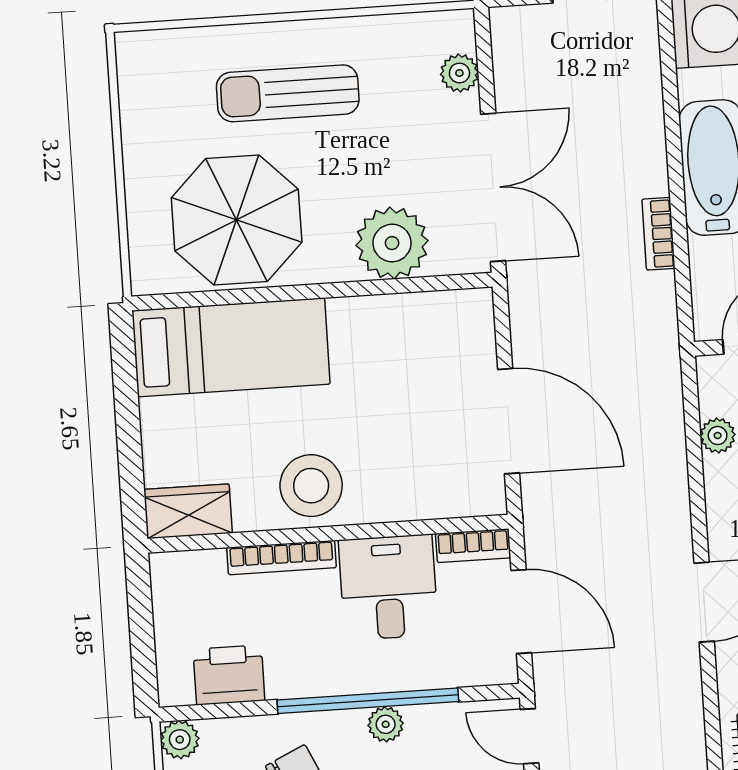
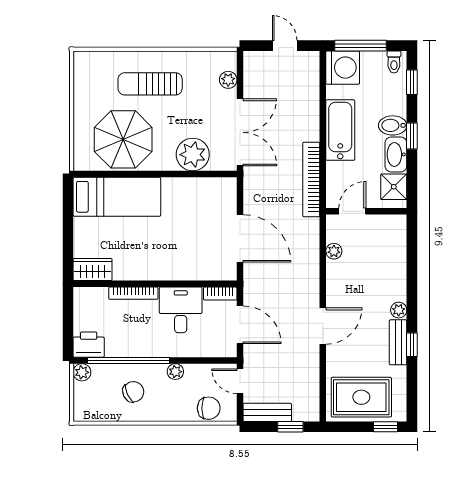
bookcase: (658, 234) -> (311, 180), width x2.31, depth x1.31
stool: (311, 486) -> (149, 262), removed
printer: (229, 675) -> (89, 345), moved
window: (368, 701) -> (129, 360), moved

